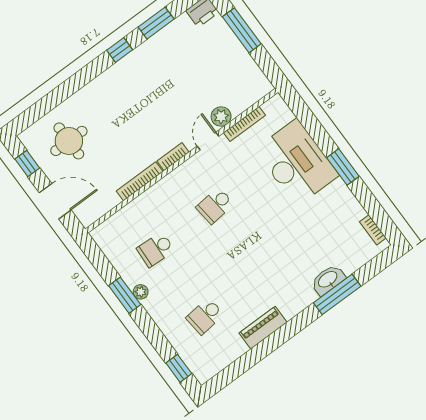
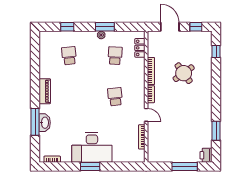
window: (120, 50) -> (216, 51), moved
plant: (221, 116) -> (153, 129), removed
round table: (69, 141) -> (184, 73), moved, turned -36
desk: (297, 163) -> (92, 147), moved
door: (55, 201) -> (170, 27), swing flipped
locker: (118, 222) -> (140, 48), added
piano: (263, 328) -> (45, 91), moved
window: (179, 368) -> (67, 27), moved

